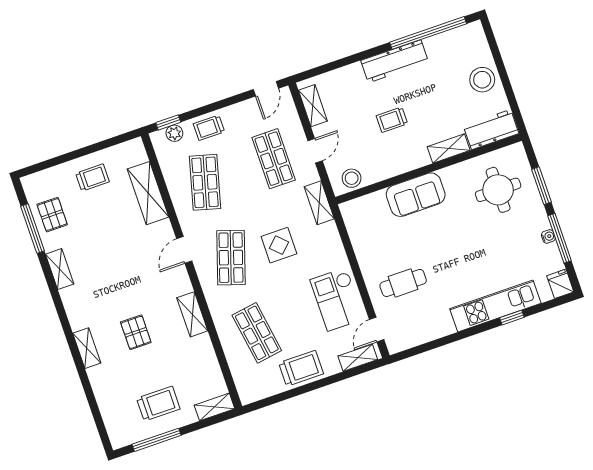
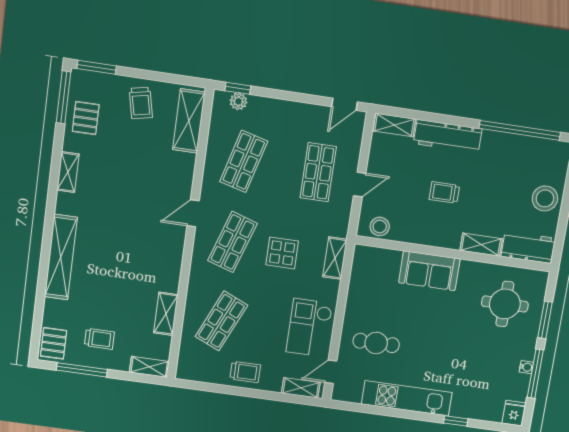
workbench: (395, 61) -> (448, 136), moved
shelving: (313, 106) -> (394, 125), moved, turned 90
trolley: (209, 128) -> (273, 113), removed
window: (40, 166) -> (97, 67), added
trolley: (92, 178) -> (141, 103), turned 78
shelving: (148, 193) -> (189, 121), moved
shelving: (319, 203) -> (335, 258), moved
window: (33, 228) -> (64, 97), moved
kitchen unit: (495, 306) -> (407, 398), moved
shelving: (192, 314) -> (166, 314), moved
pallet: (136, 332) -> (54, 343), moved
shop shelf: (257, 333) -> (221, 321), turned 33
shelving: (87, 348) -> (61, 257), width x2.20, depth x1.33
trolley: (301, 368) -> (245, 372), width x0.73, depth x0.72
trolley: (158, 404) -> (99, 339), width x0.73, depth x0.72

